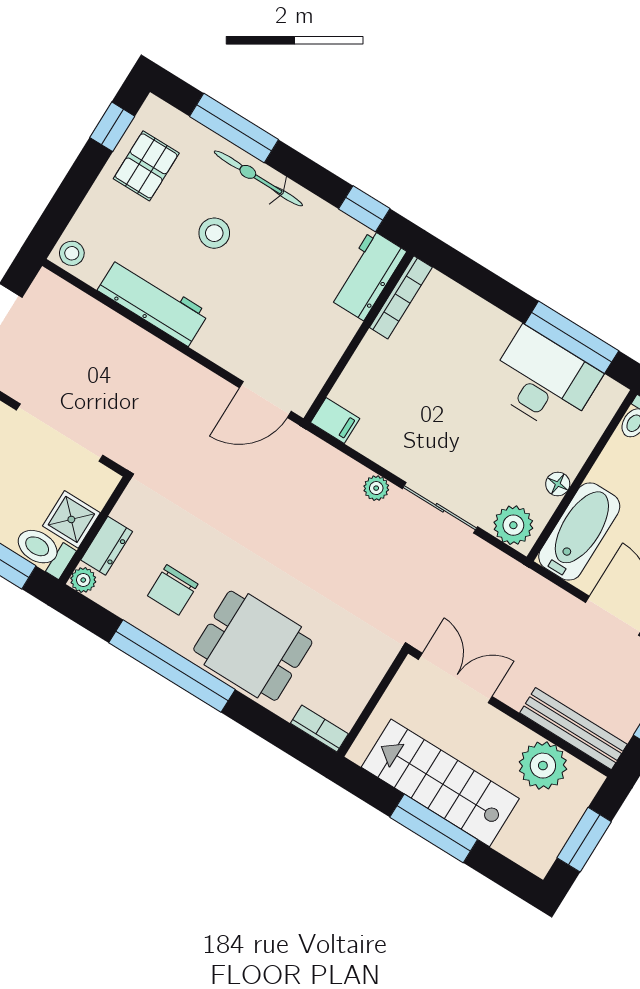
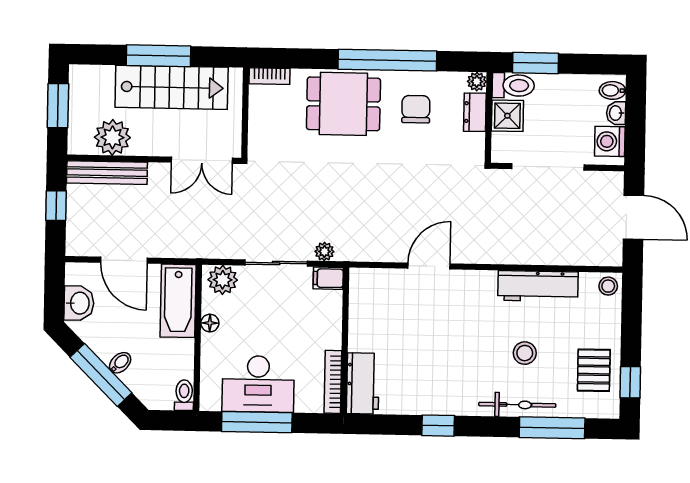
workbench: (367, 275) -> (363, 383), moved
bookcase: (401, 297) -> (333, 382), moved
wall: (359, 337) -> (345, 341), moved
filing cabinet: (335, 420) -> (328, 278), moved

